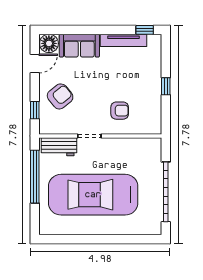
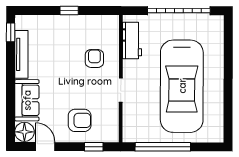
armchair: (60, 96) -> (80, 120), turned 129
workbench: (59, 147) -> (132, 40), moved

